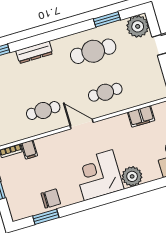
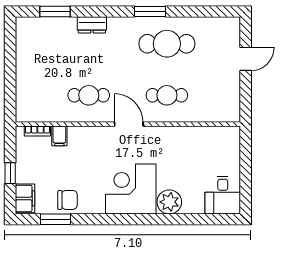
window: (107, 19) -> (150, 11), moved
plant: (138, 26) -> (227, 30), removed
dresser: (34, 52) -> (92, 25), width x0.70
filing cabinet: (141, 116) -> (25, 198), moved, turned -90

